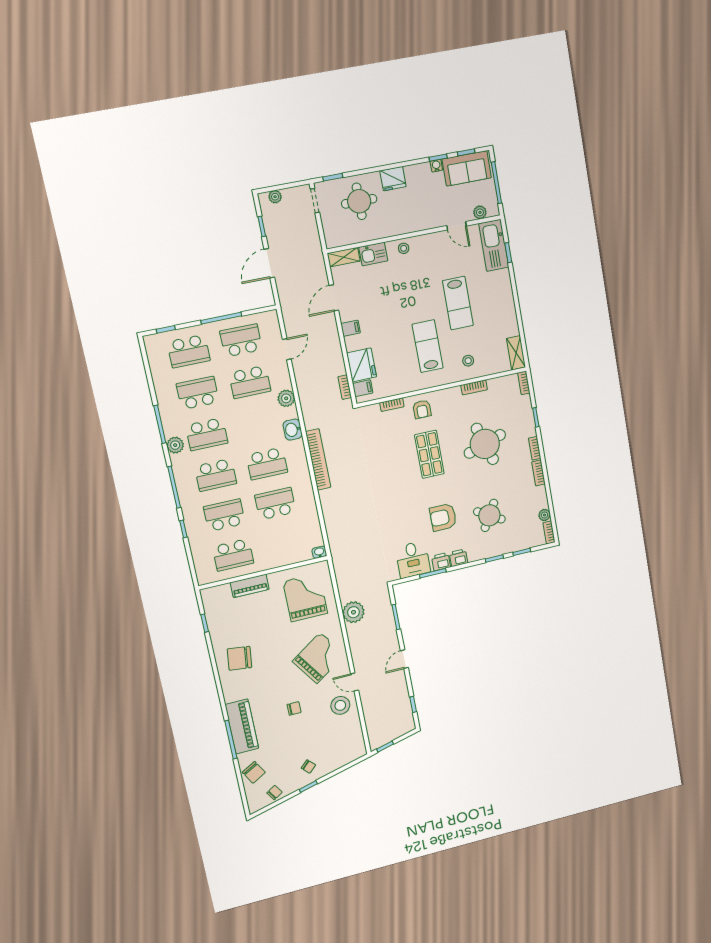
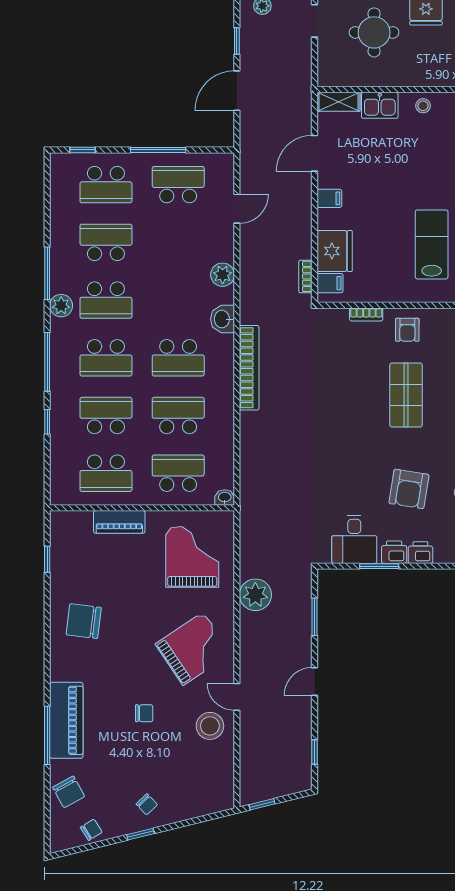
school desk: (250, 382) -> (178, 473), moved, turned 180
armchair: (443, 517) -> (409, 489), turned -81

